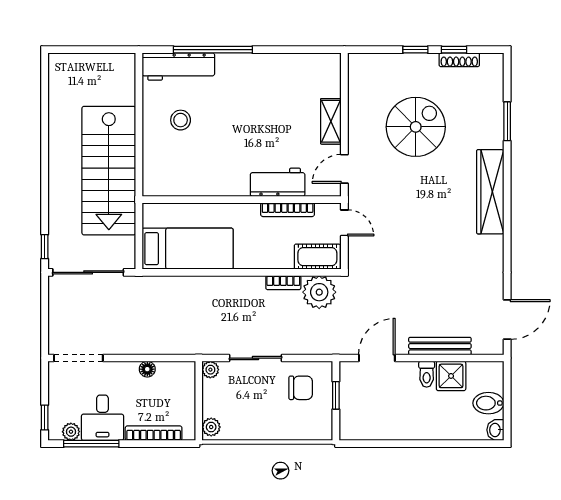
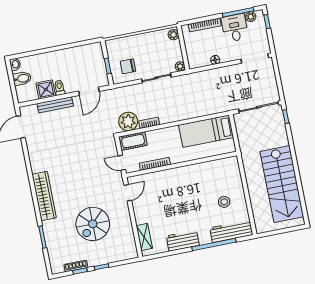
shelving: (331, 121) -> (144, 237), moved
stairs: (109, 171) -> (282, 184), moved, turned 180
workbench: (278, 182) -> (183, 241), moved, turned 180

